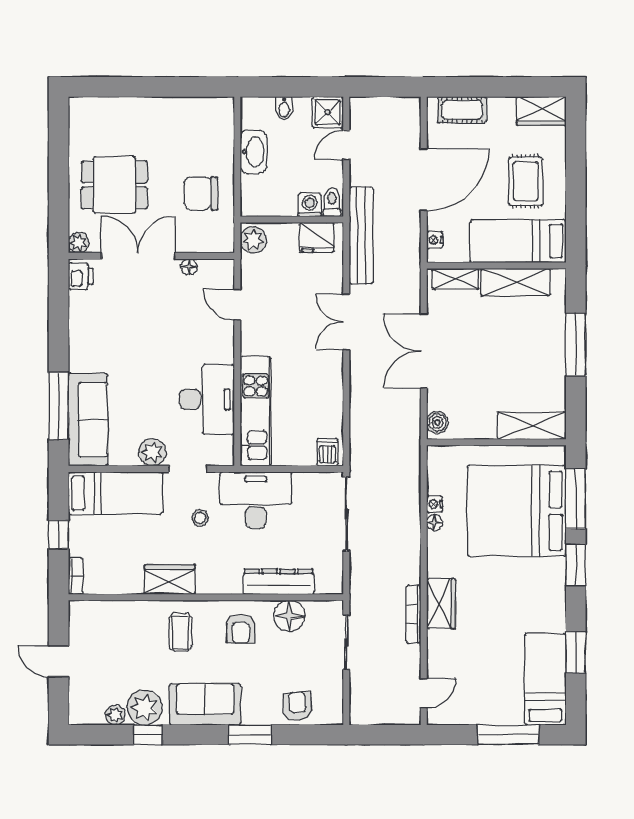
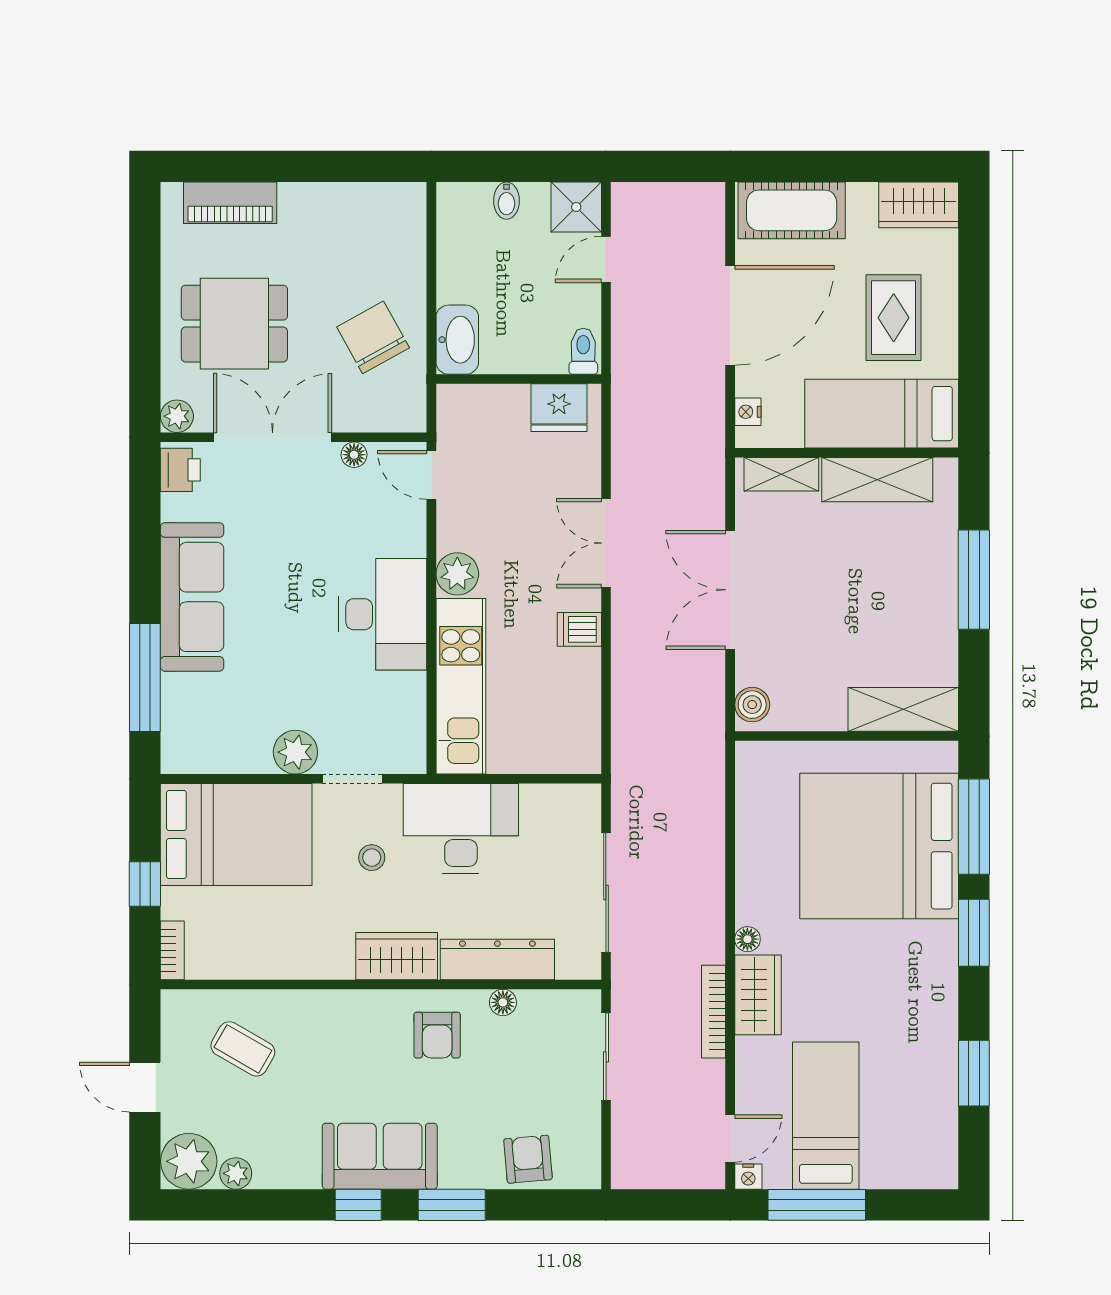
piano: (112, 110) -> (230, 203), added
cot: (462, 110) -> (792, 210), width x1.37, depth x1.34
washbasin: (253, 152) -> (457, 340), moved
chair: (201, 194) -> (373, 337), turned 61
washing machine: (310, 205) -> (547, 356), removed
bench: (361, 235) -> (630, 404), removed
plant: (253, 240) -> (457, 574), moved
door: (237, 305) -> (431, 475), moved
desk: (207, 399) -> (383, 614), moved
sofa: (88, 420) -> (192, 597), moved
dishwasher: (327, 452) -> (579, 629), moved, turned -90
bed: (116, 493) -> (236, 835), width x1.50
nightstand: (435, 504) -> (748, 1177), moved, turned -90
sliding door: (346, 514) -> (606, 893), moved
floor lamp: (434, 522) -> (747, 939), moved
wardrobe: (170, 580) -> (397, 956), moved
floor lamp: (289, 616) -> (503, 1002), width x0.53, depth x0.53
coffee table: (180, 632) -> (243, 1049), moved, turned -60
bed: (545, 679) -> (826, 1116), moved
plant: (145, 708) -> (189, 1161), moved
window: (148, 735) -> (358, 1205), moved
window: (508, 735) -> (817, 1205), moved

